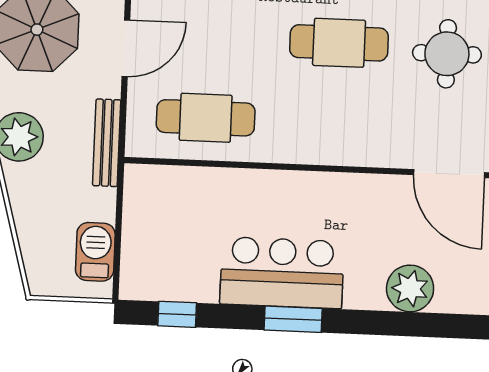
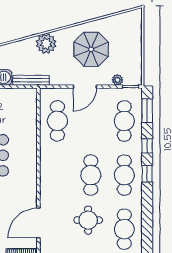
door: (126, 48) -> (85, 87), hinge flipped
bench: (107, 143) -> (31, 80), moved

